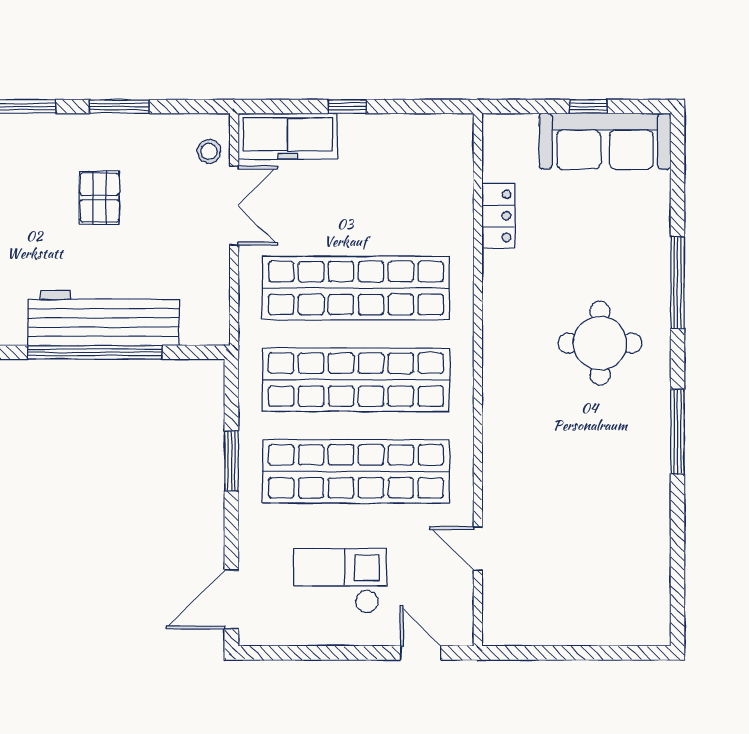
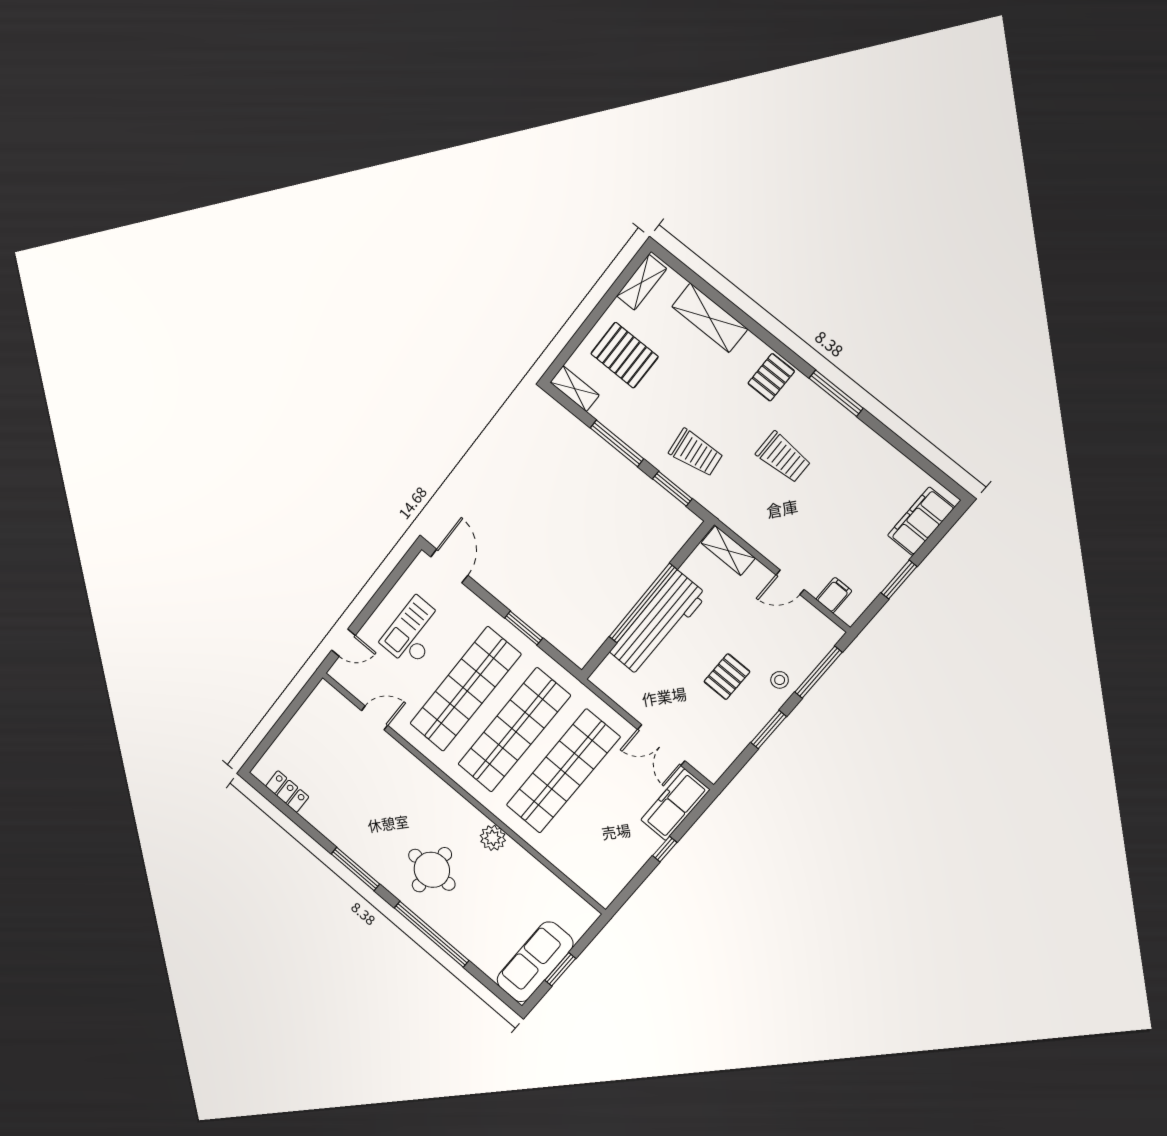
window: (588, 107) -> (560, 969), width x1.50
stool: (209, 151) -> (780, 680), moved
pallet: (99, 198) -> (727, 677), turned 90
locker: (498, 216) -> (287, 792), moved, turned 180
window: (678, 283) -> (432, 934), width x1.46
plant: (501, 304) -> (493, 838), added
checkout: (340, 581) -> (414, 632), turned 180

